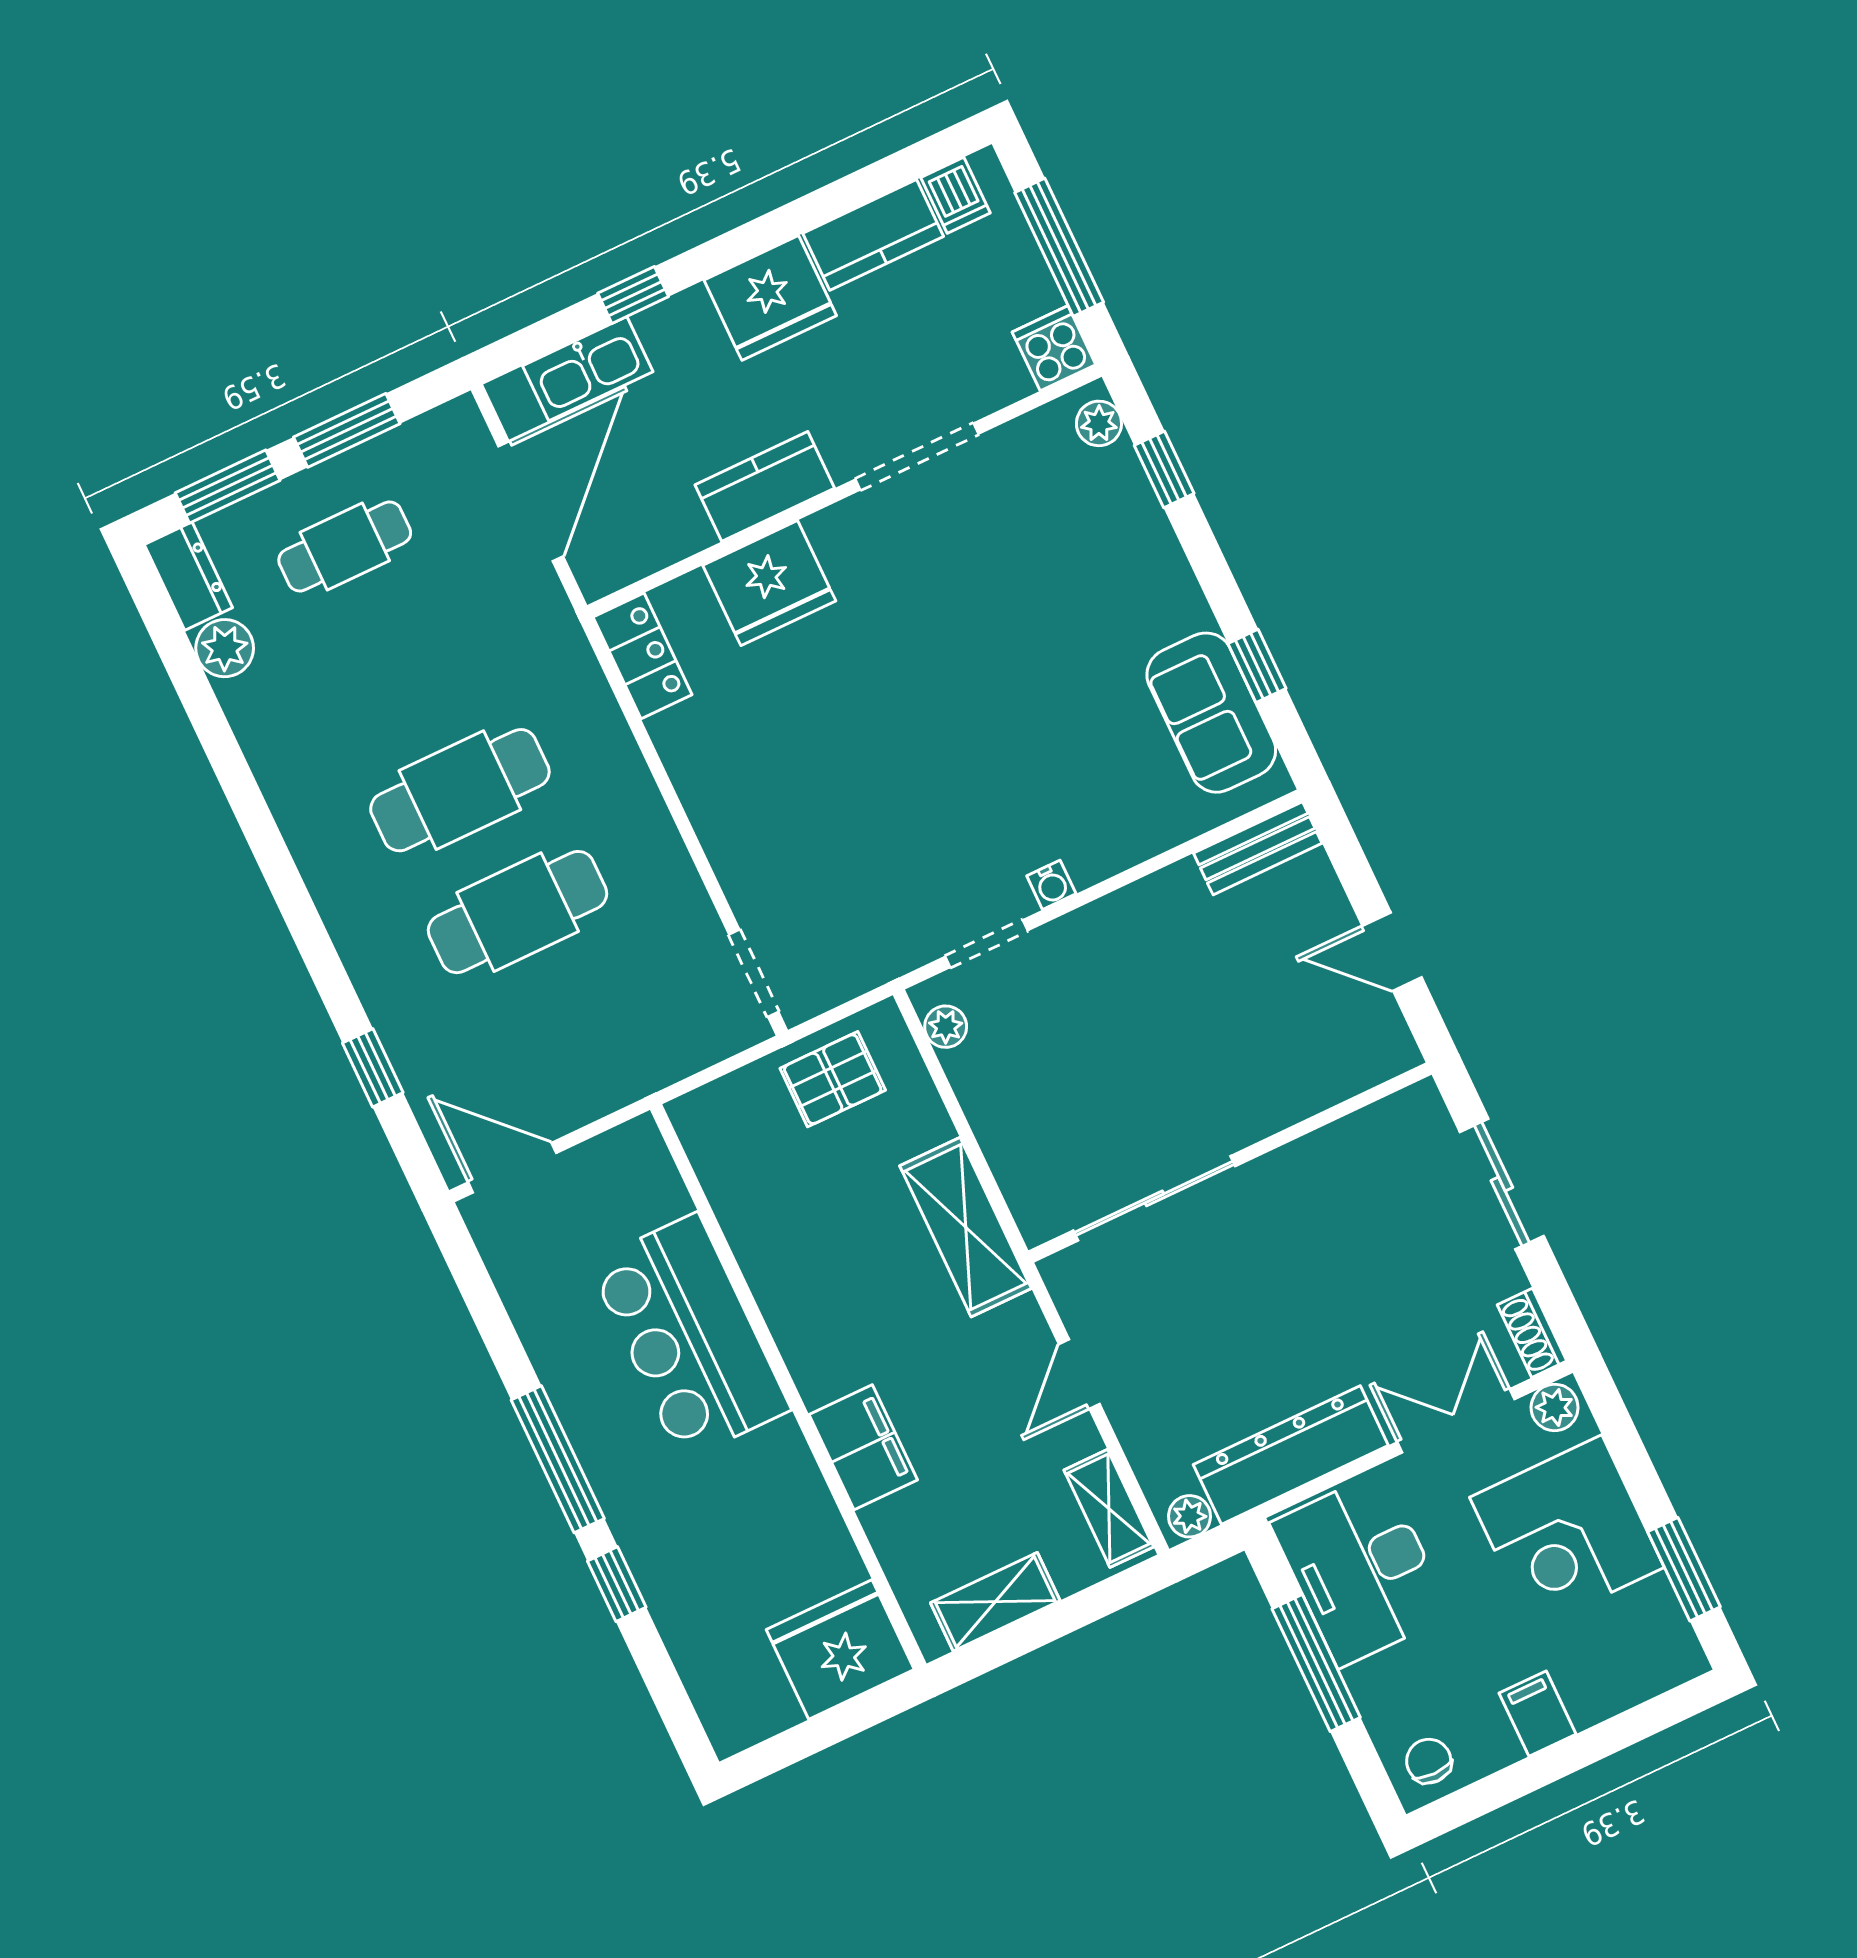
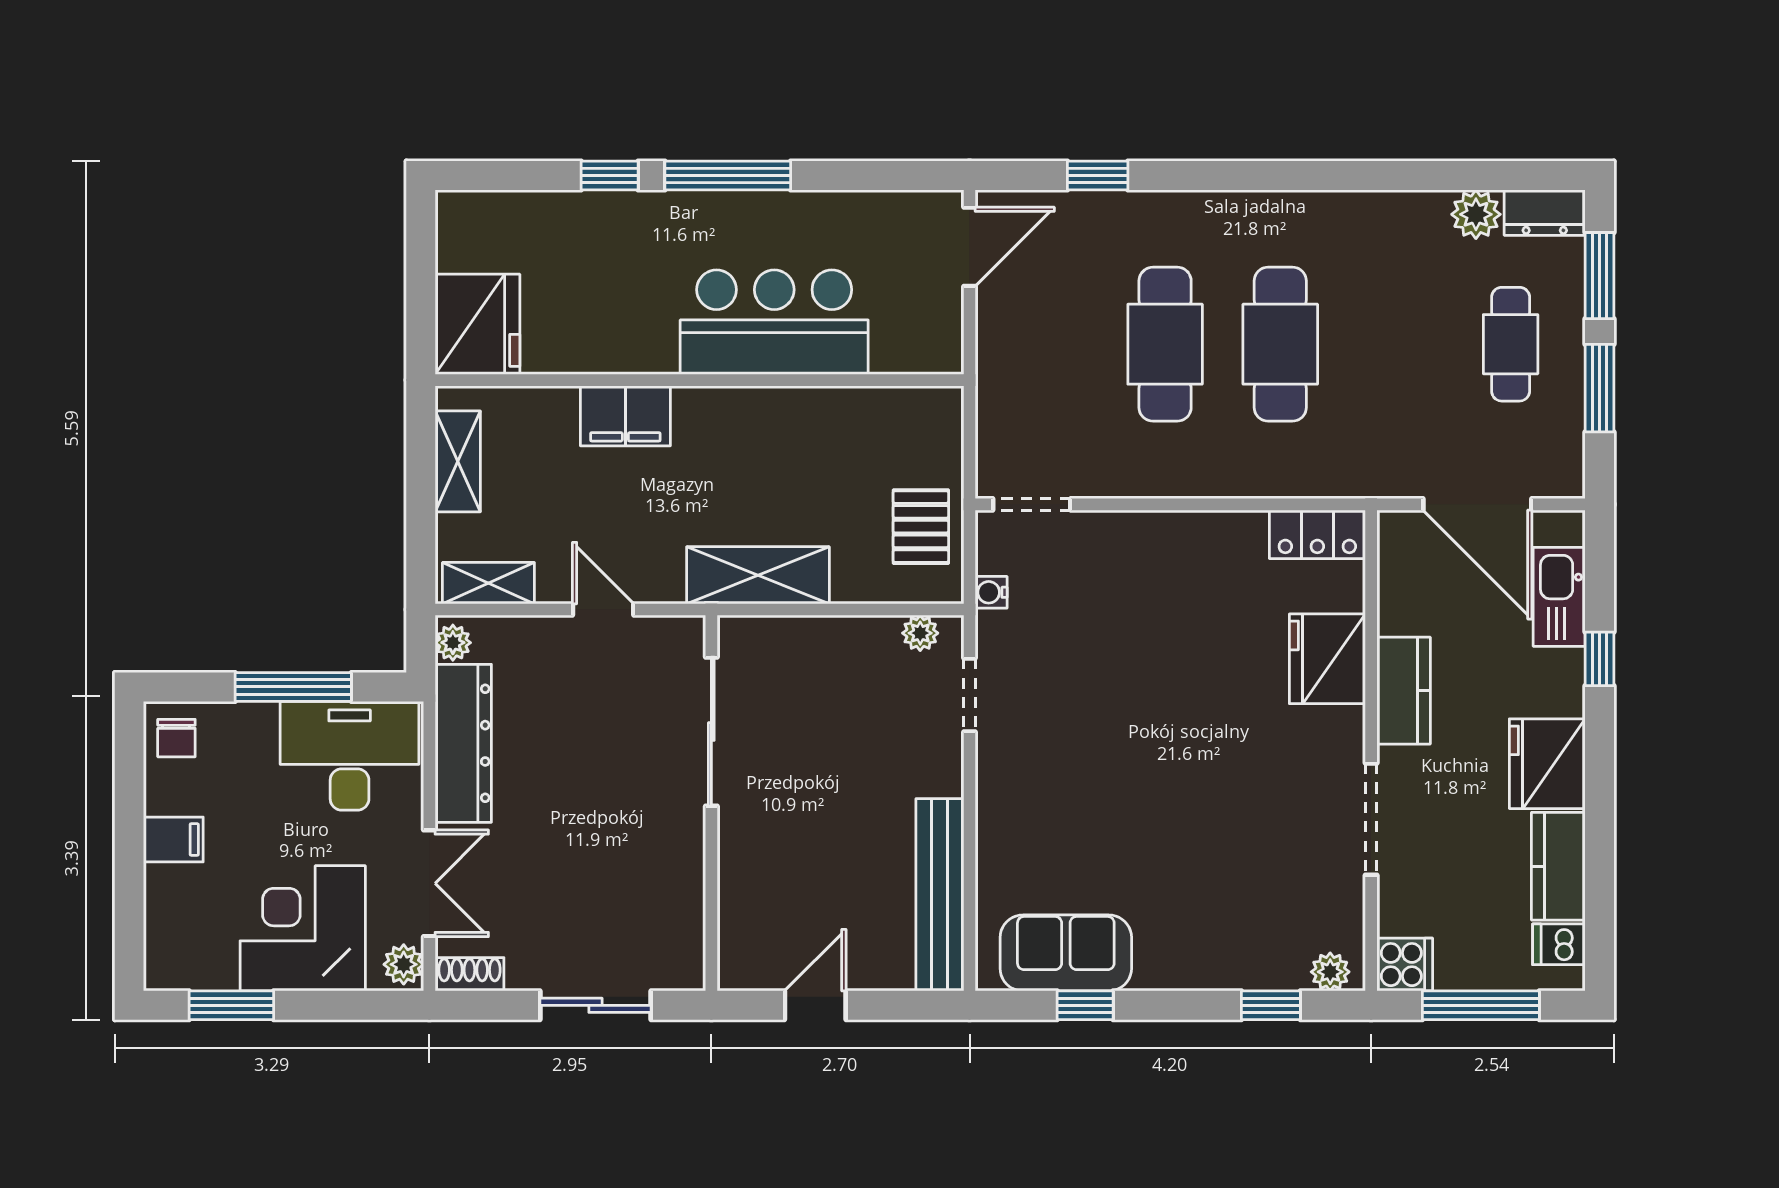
bench: (1258, 848) -> (940, 895), width x1.86, depth x1.21
water cooler: (1051, 885) -> (991, 592), moved
chair: (1429, 1761) -> (176, 738), turned 90

